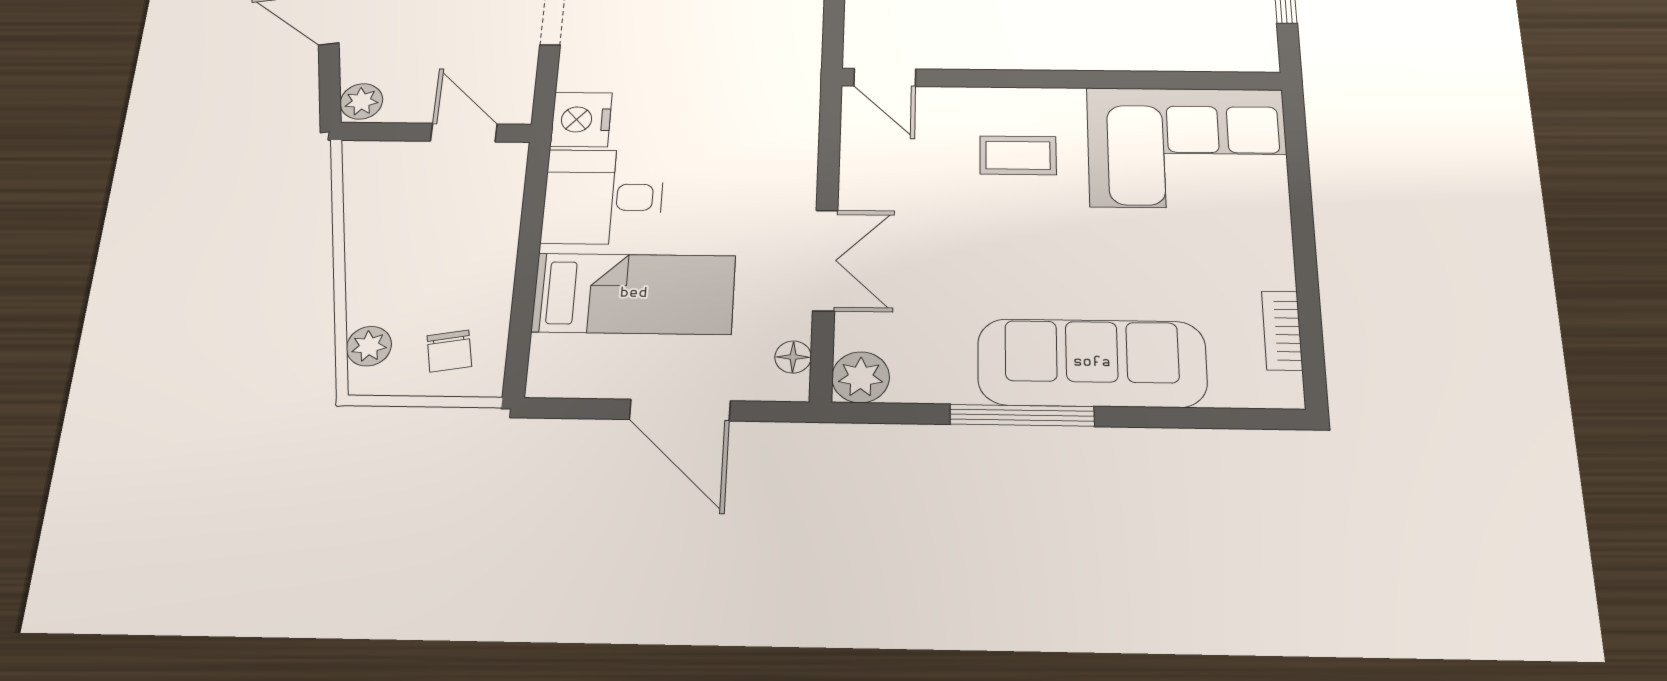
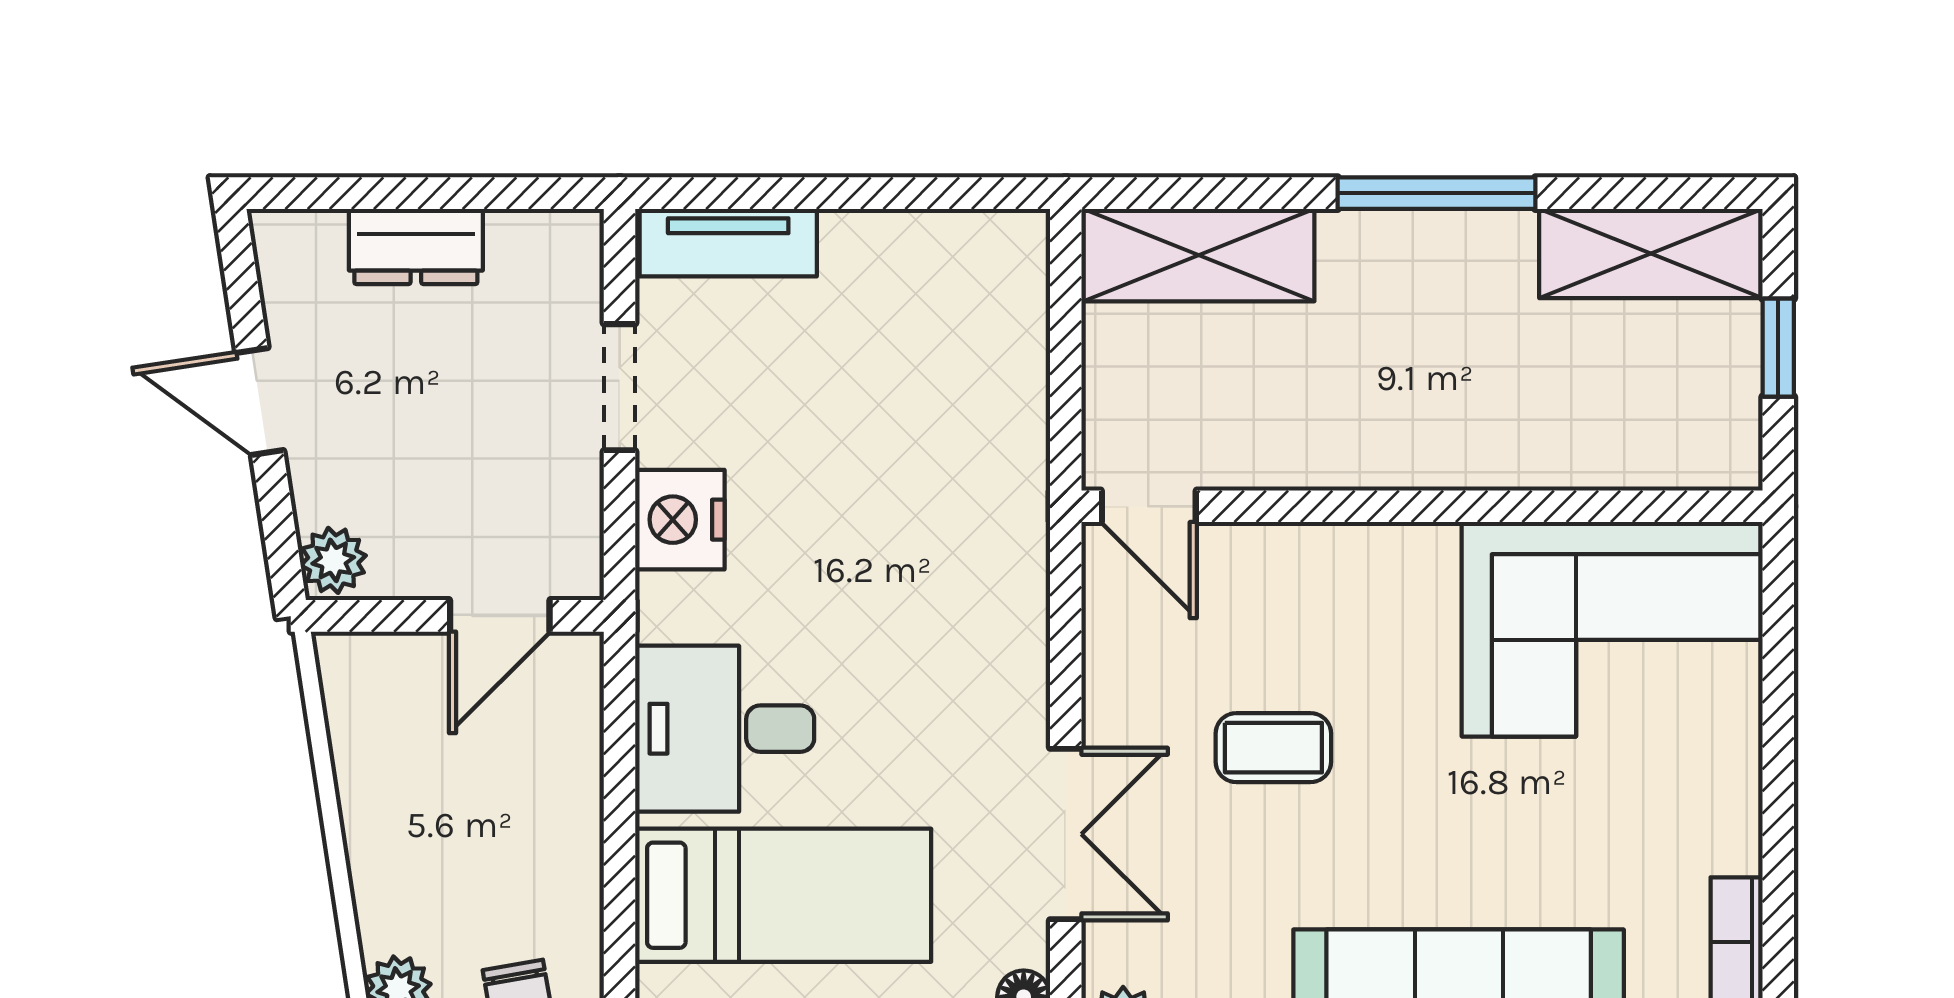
nightstand: (581, 119) -> (680, 520), moved
door: (464, 133) -> (500, 616), swing flipped
coffee table: (1018, 155) -> (1273, 748), moved

